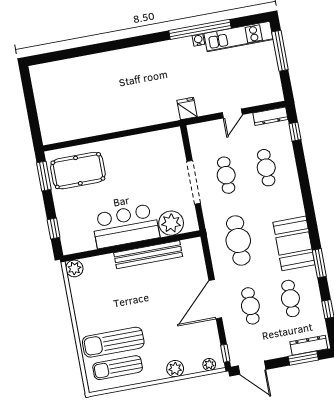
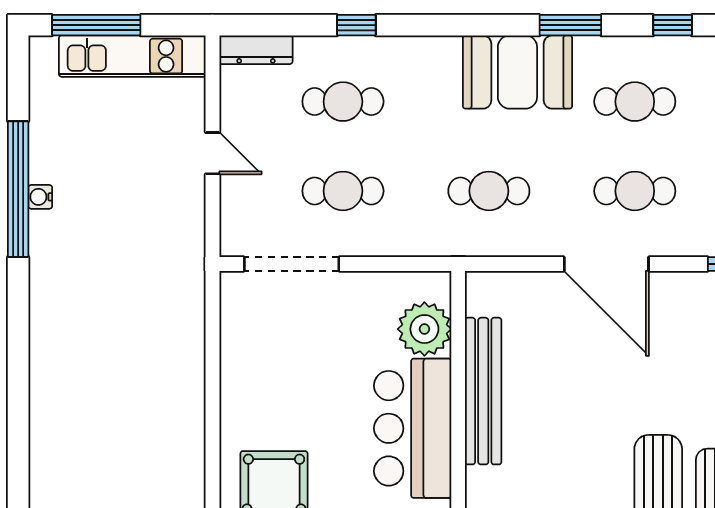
kitchen unit: (239, 37) -> (132, 56), moved, turned 90
fridge: (187, 109) -> (184, 249), removed
dresser: (270, 116) -> (256, 50), moved, turned 90
window: (295, 132) -> (356, 25), moved
doorway: (194, 182) -> (292, 264), moved
cafe table: (238, 240) -> (489, 191), width x0.73, depth x0.74

